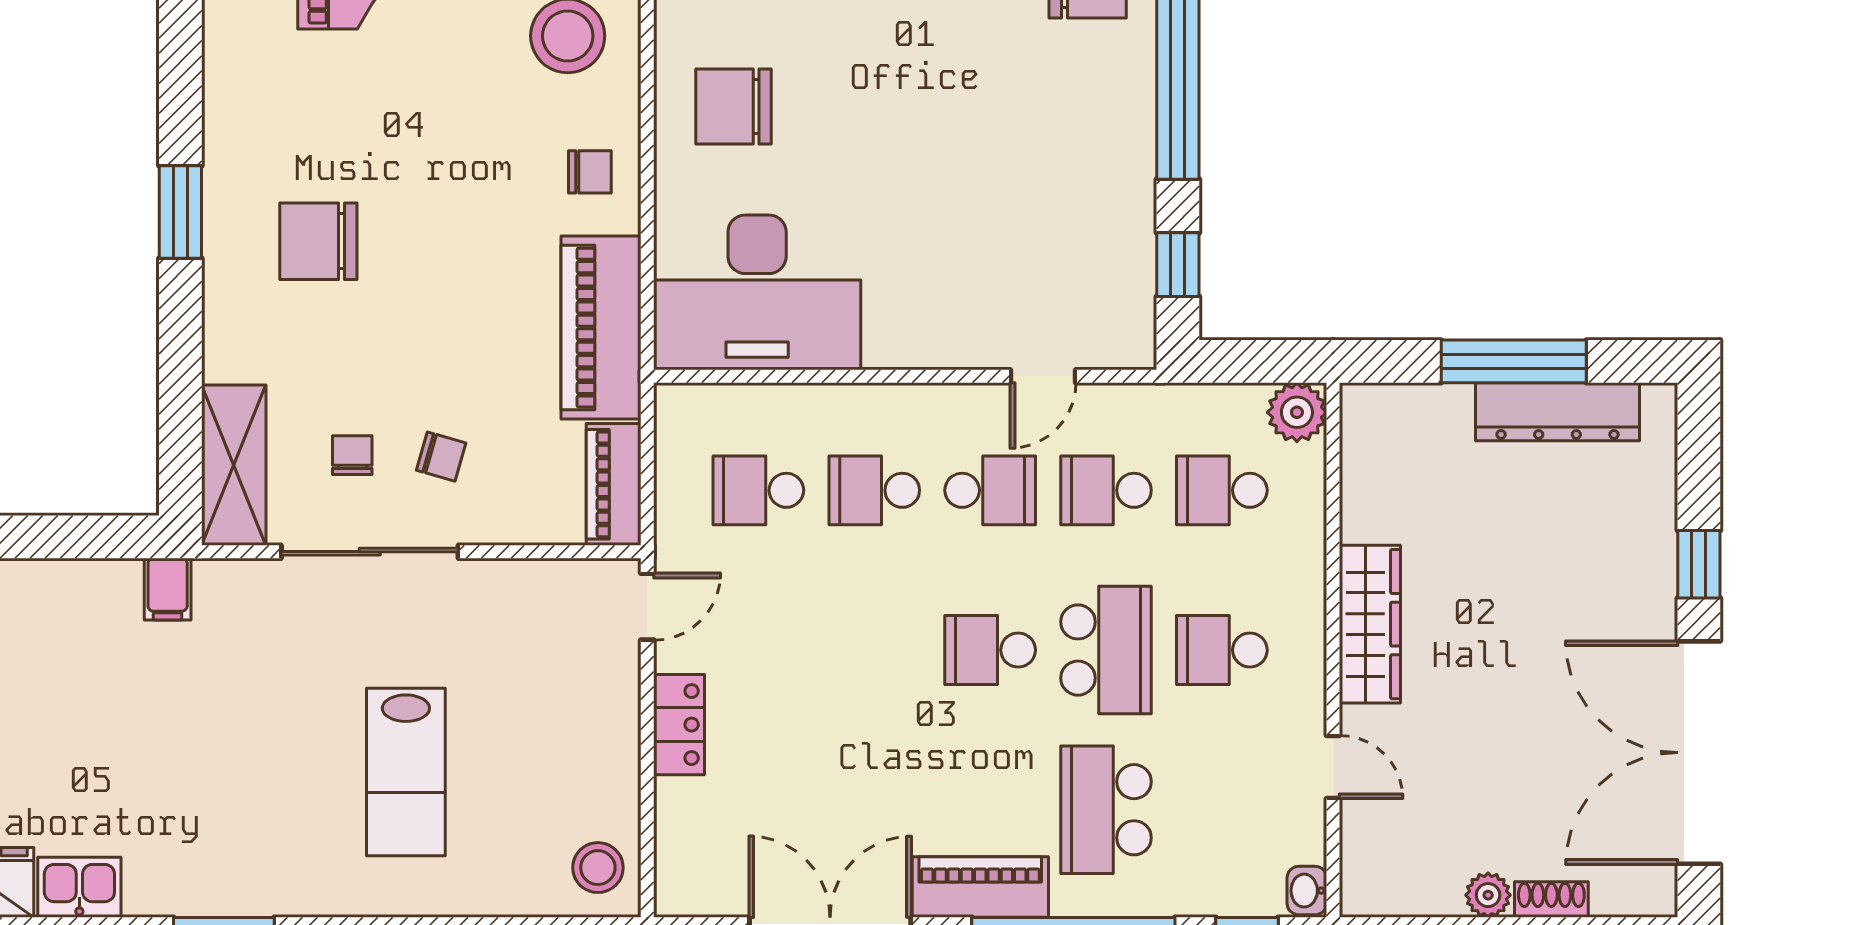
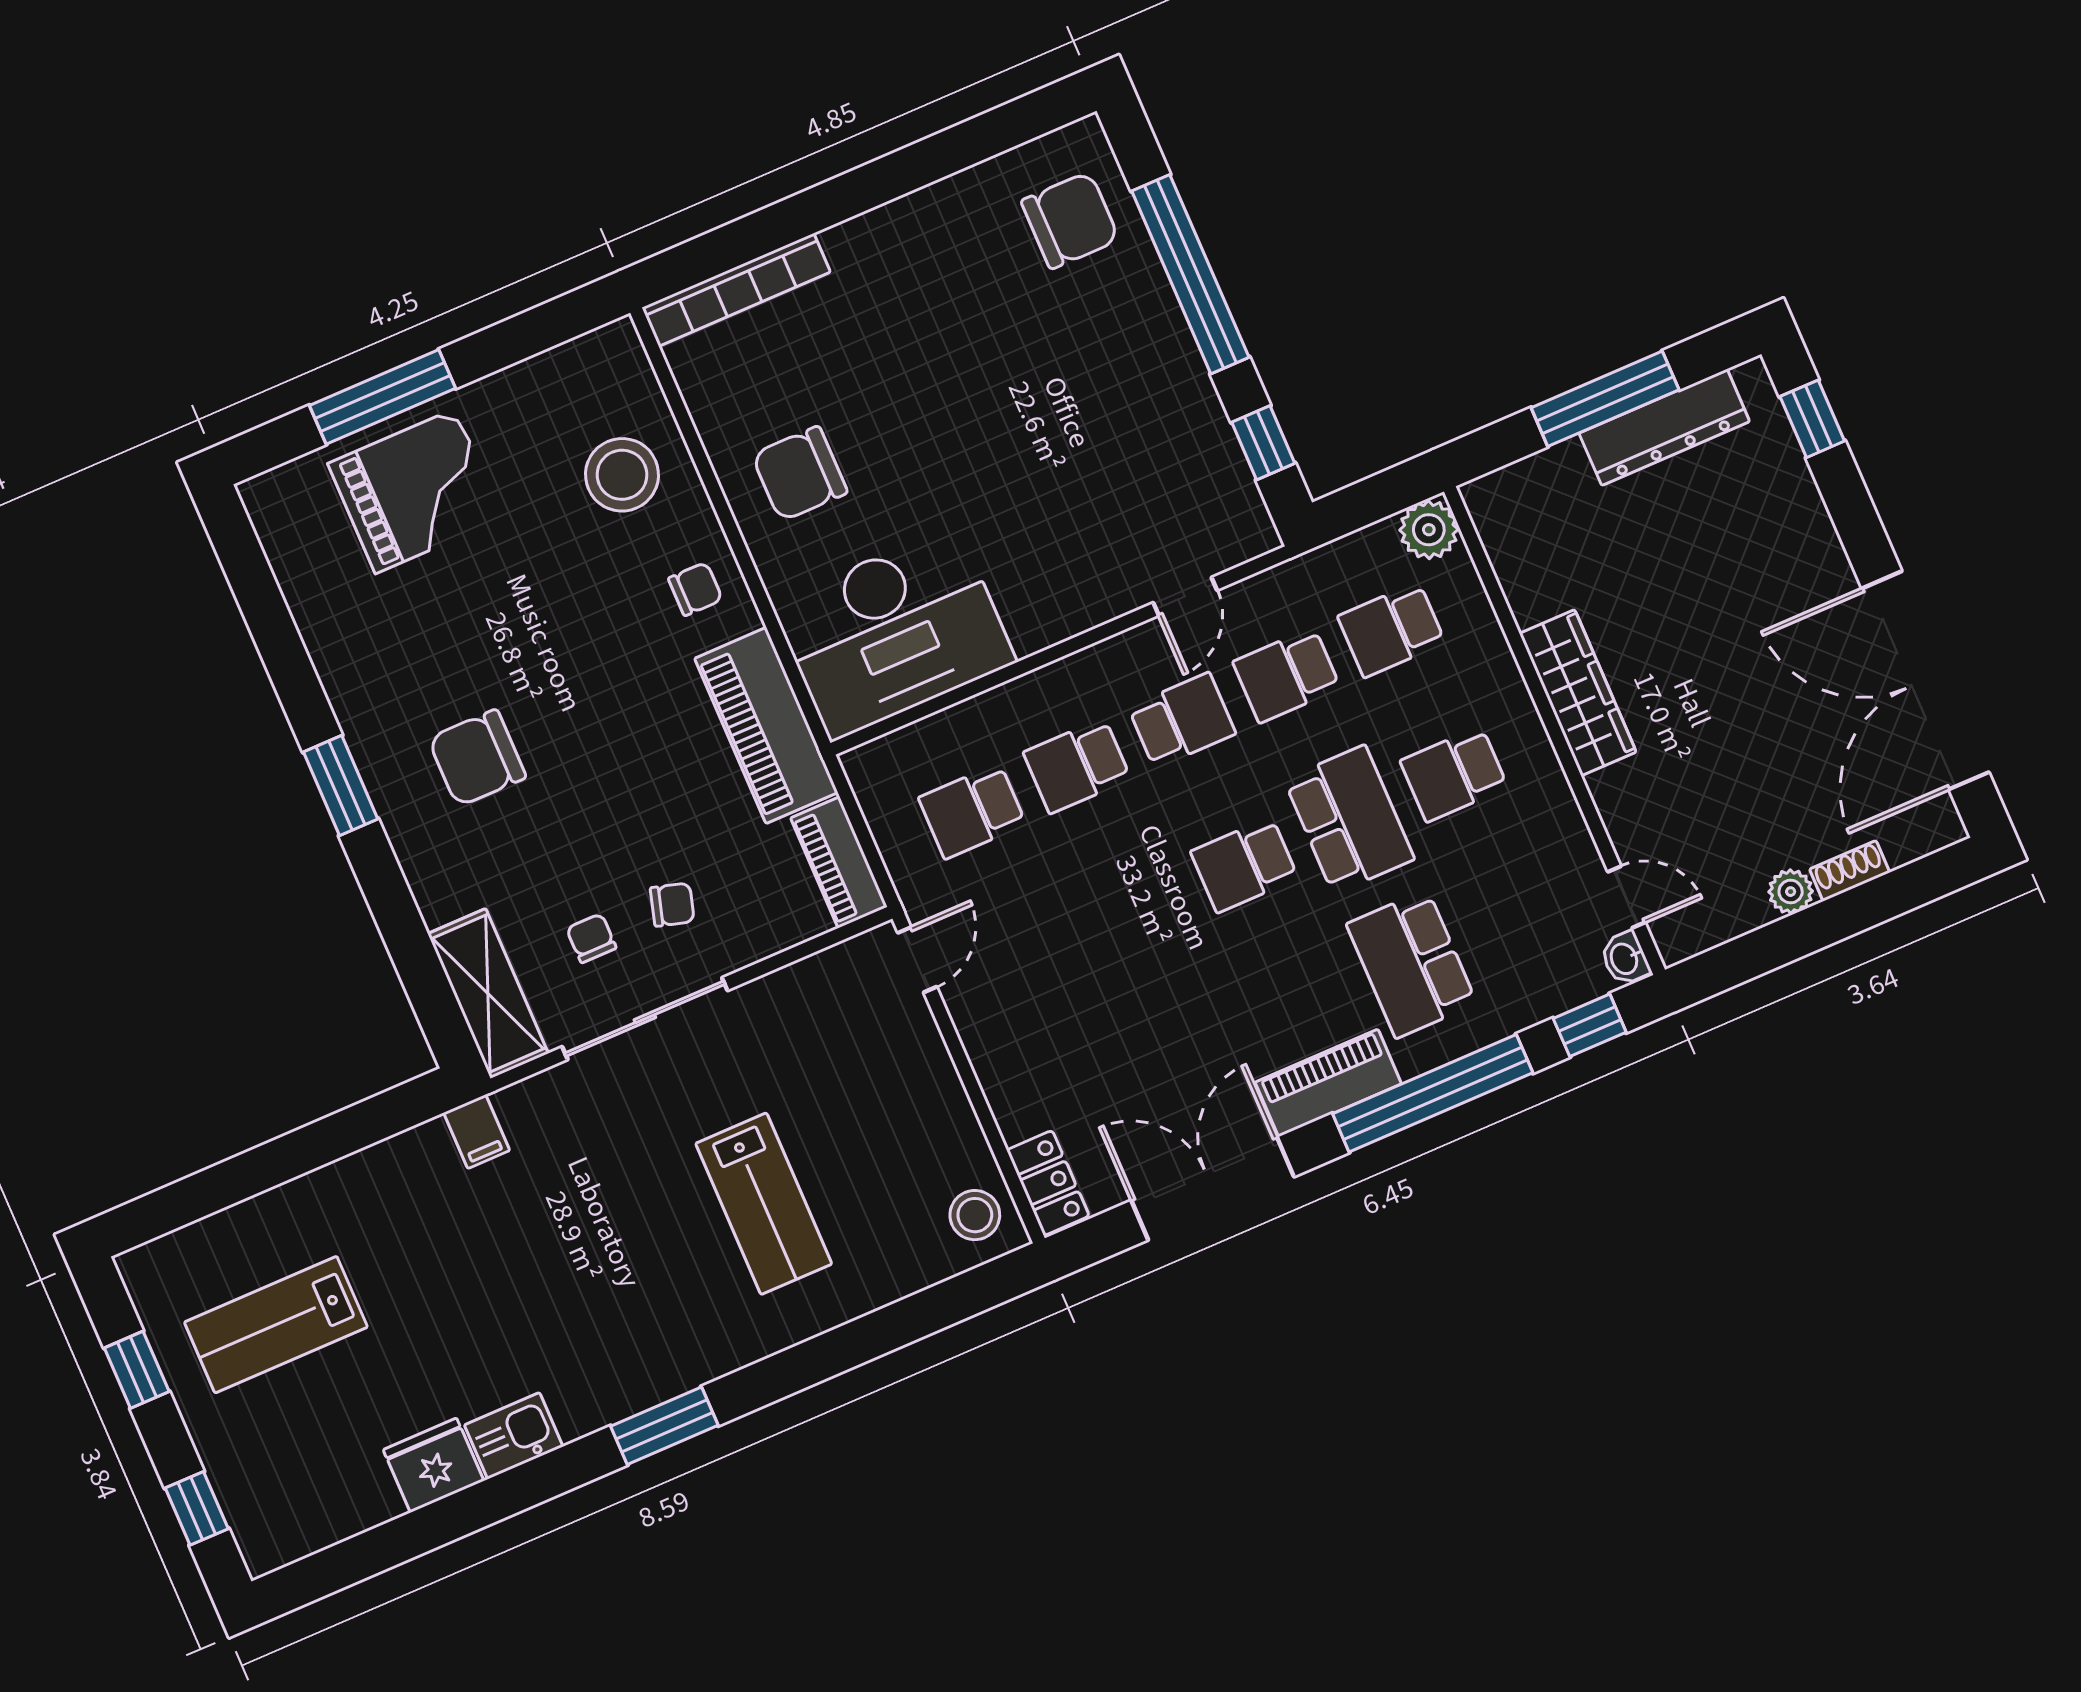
window: (1699, 564) -> (1812, 419), moved
locker: (679, 725) -> (1048, 1183), moved
door: (1333, 767) -> (1626, 897), moved

